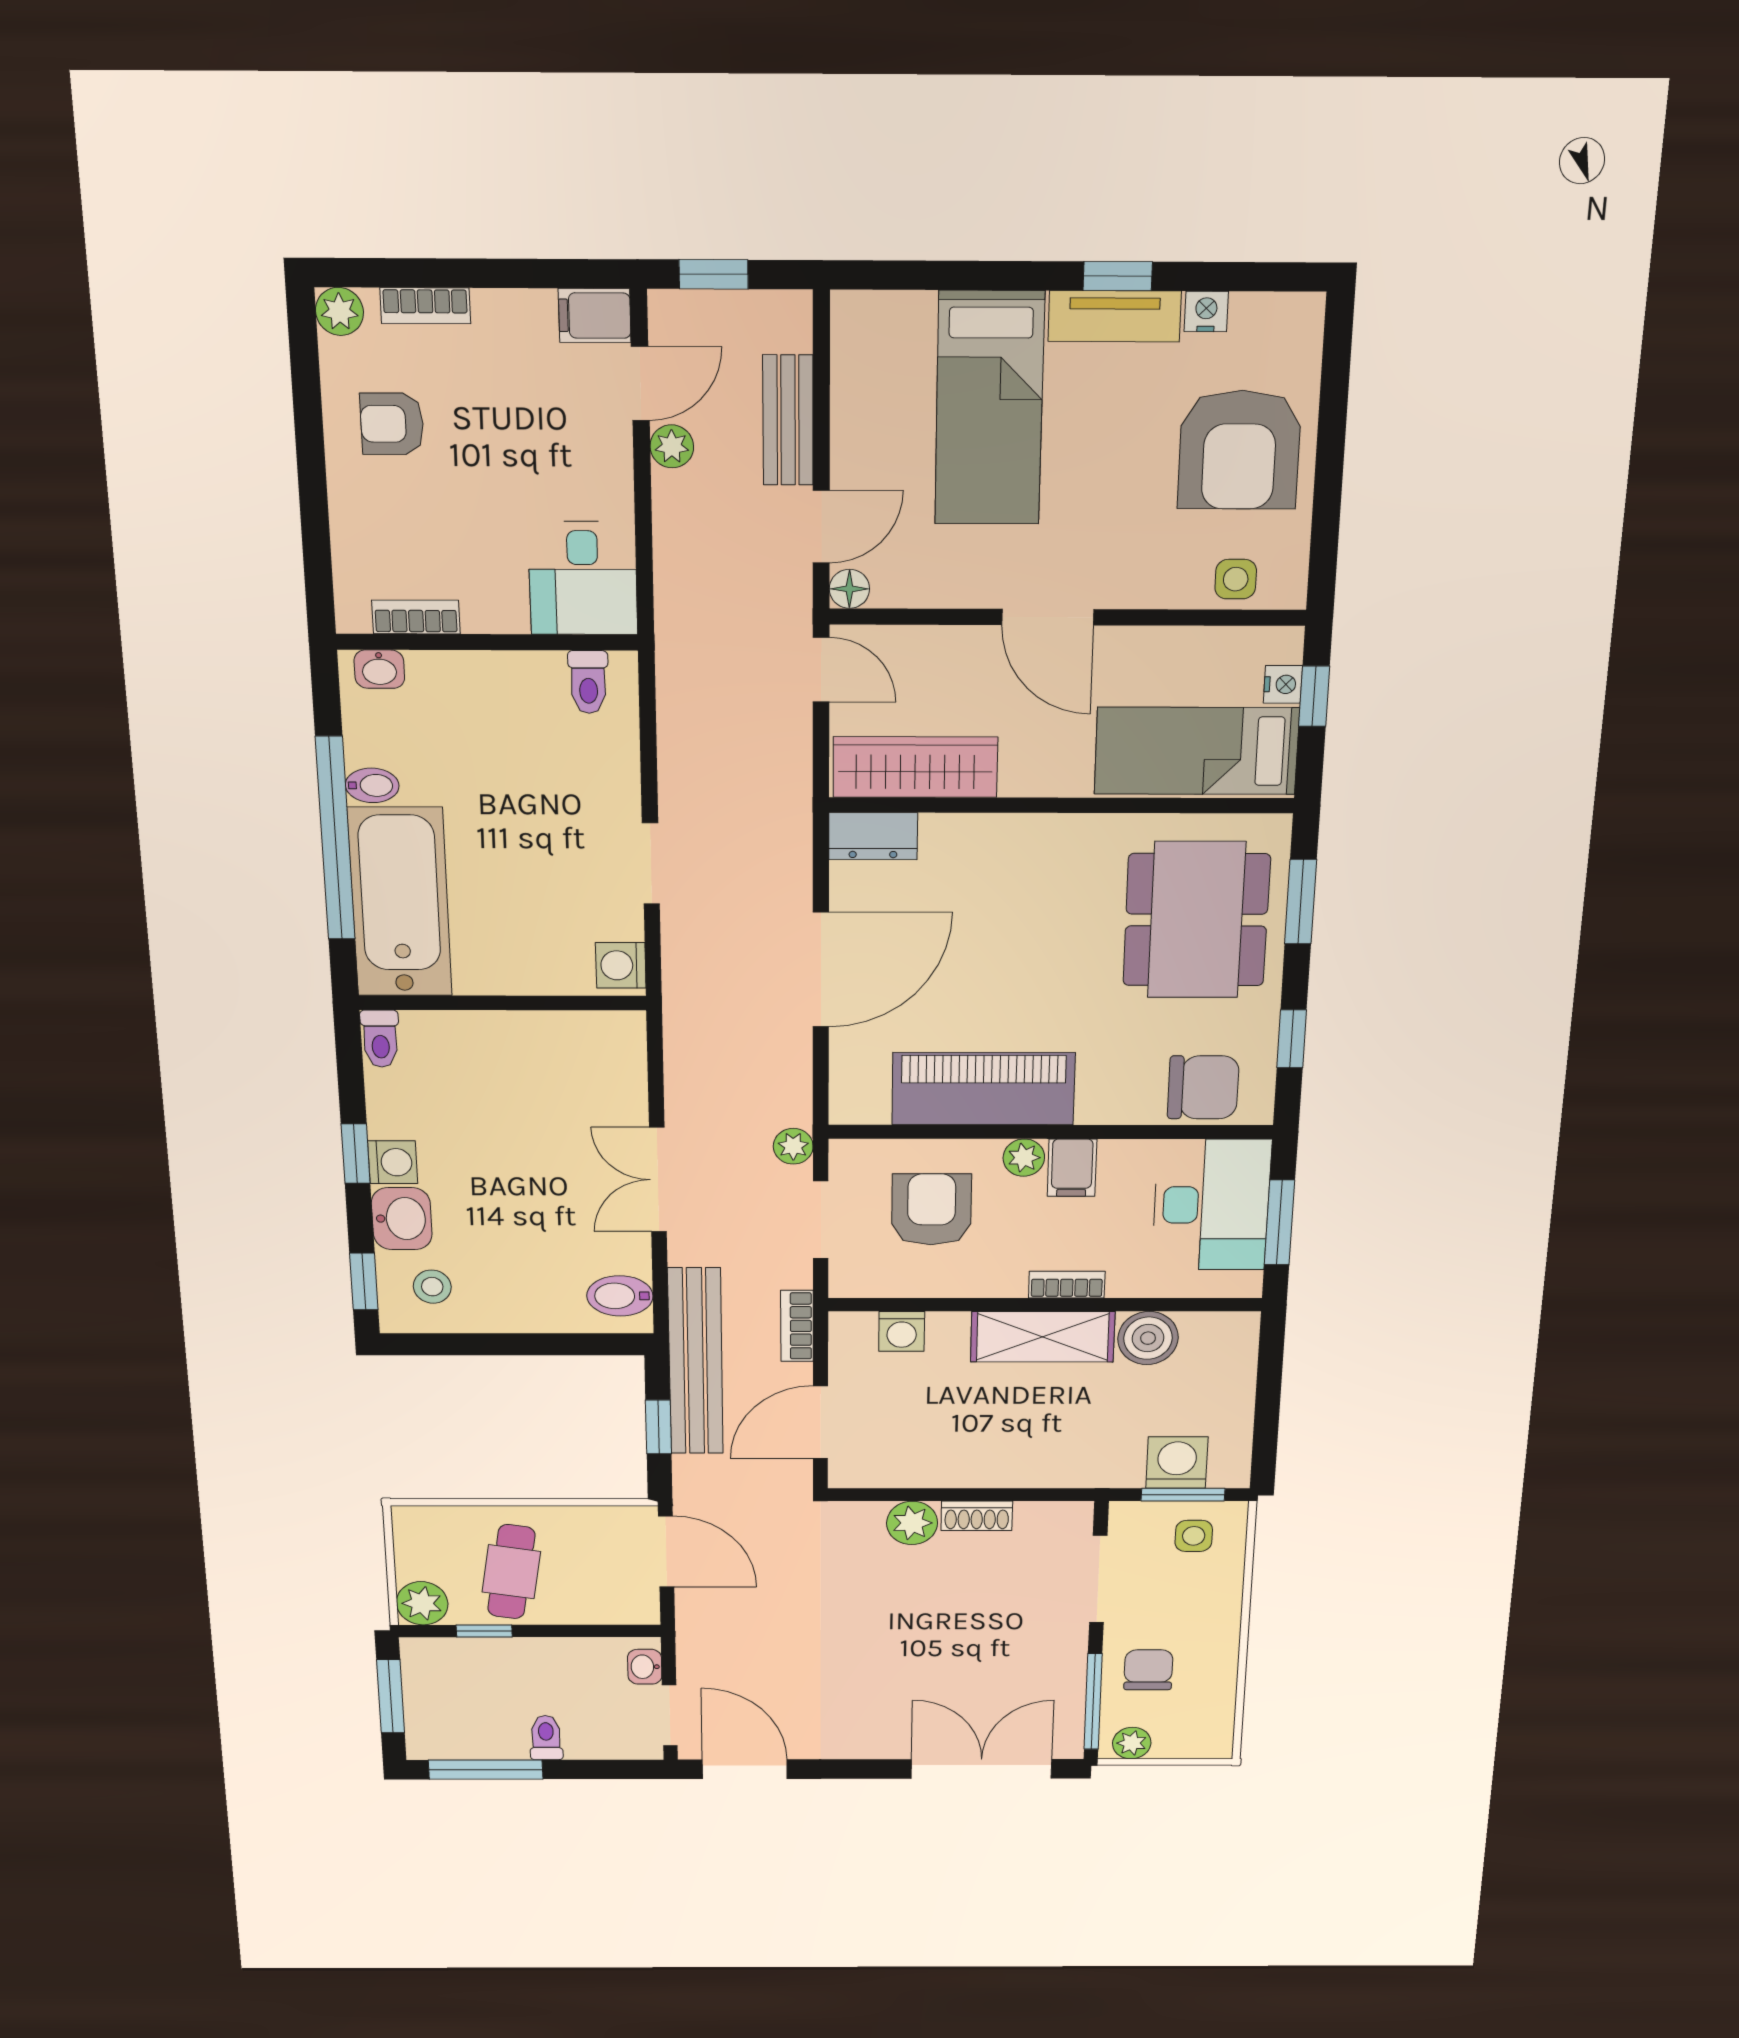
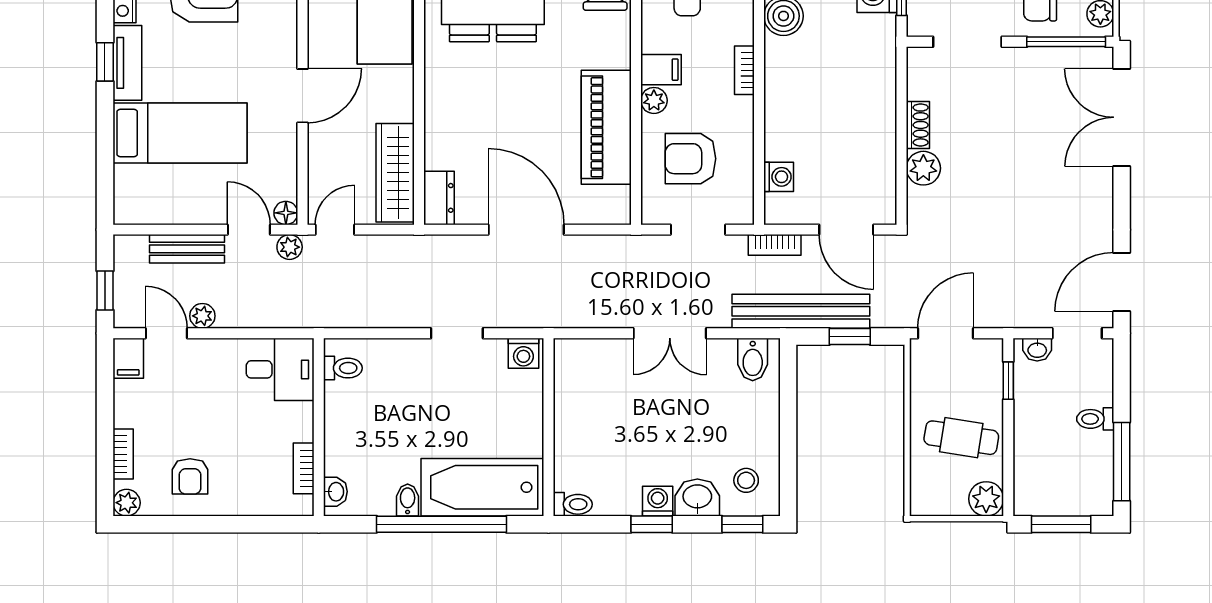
plant: (793, 1146) -> (290, 247), moved
shelving: (1043, 1337) -> (783, 85), removed
window: (484, 1631) -> (1008, 381), moved

